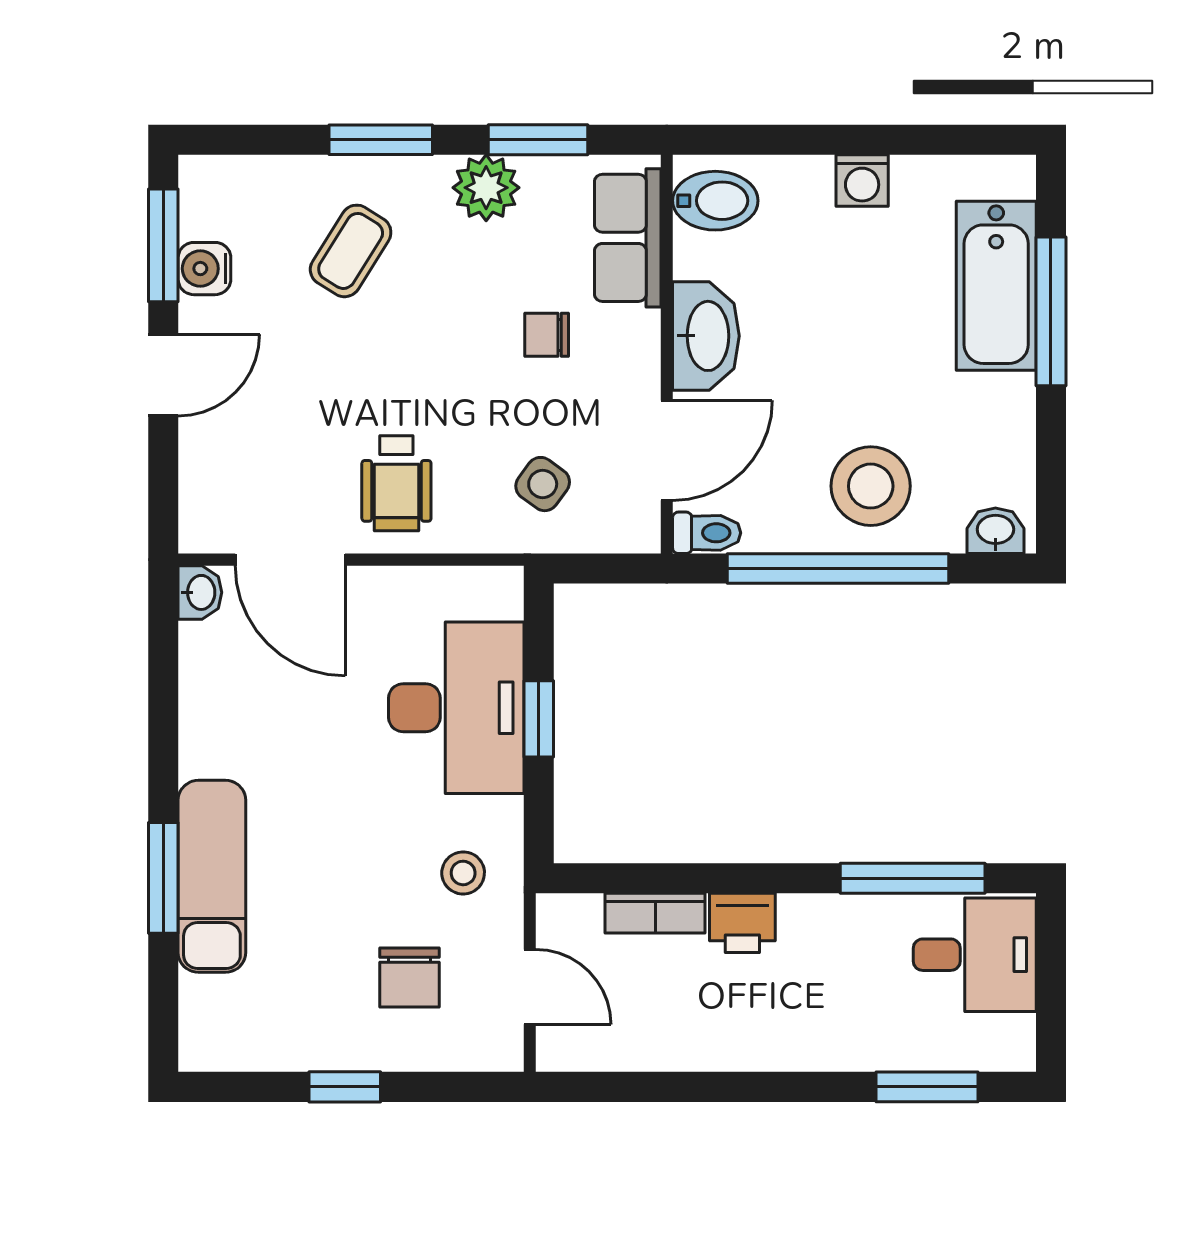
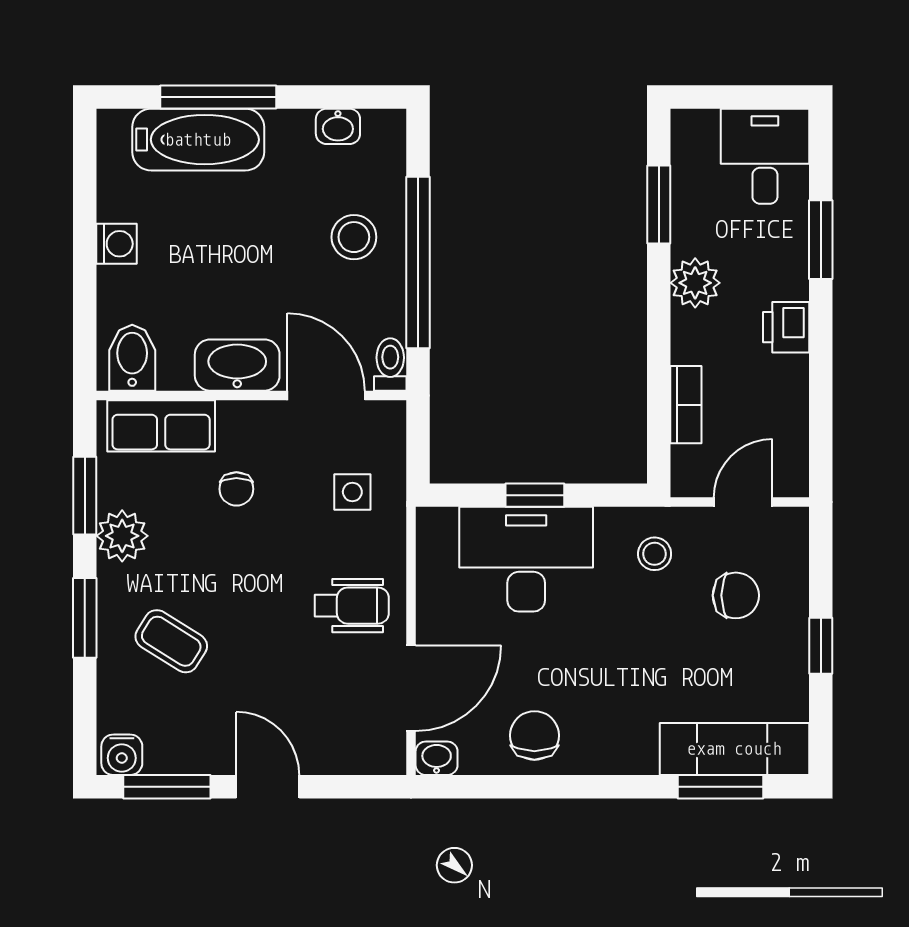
water cooler: (204, 269) -> (122, 755), moved
side table: (543, 484) -> (352, 492), turned -36
stool: (871, 486) -> (354, 237), width x0.73, depth x0.73
washbasin: (995, 531) -> (338, 126), moved, turned -90
chair: (229, 718) -> (534, 735), added
exam couch: (212, 876) -> (734, 749), moved
window: (163, 878) -> (721, 787), moved
window: (913, 878) -> (659, 205), width x0.69
printer: (742, 923) -> (786, 327), moved, turned 180
plant: (812, 925) -> (695, 283), added
desk: (975, 955) -> (765, 156), moved
window: (927, 1087) -> (821, 240), moved

